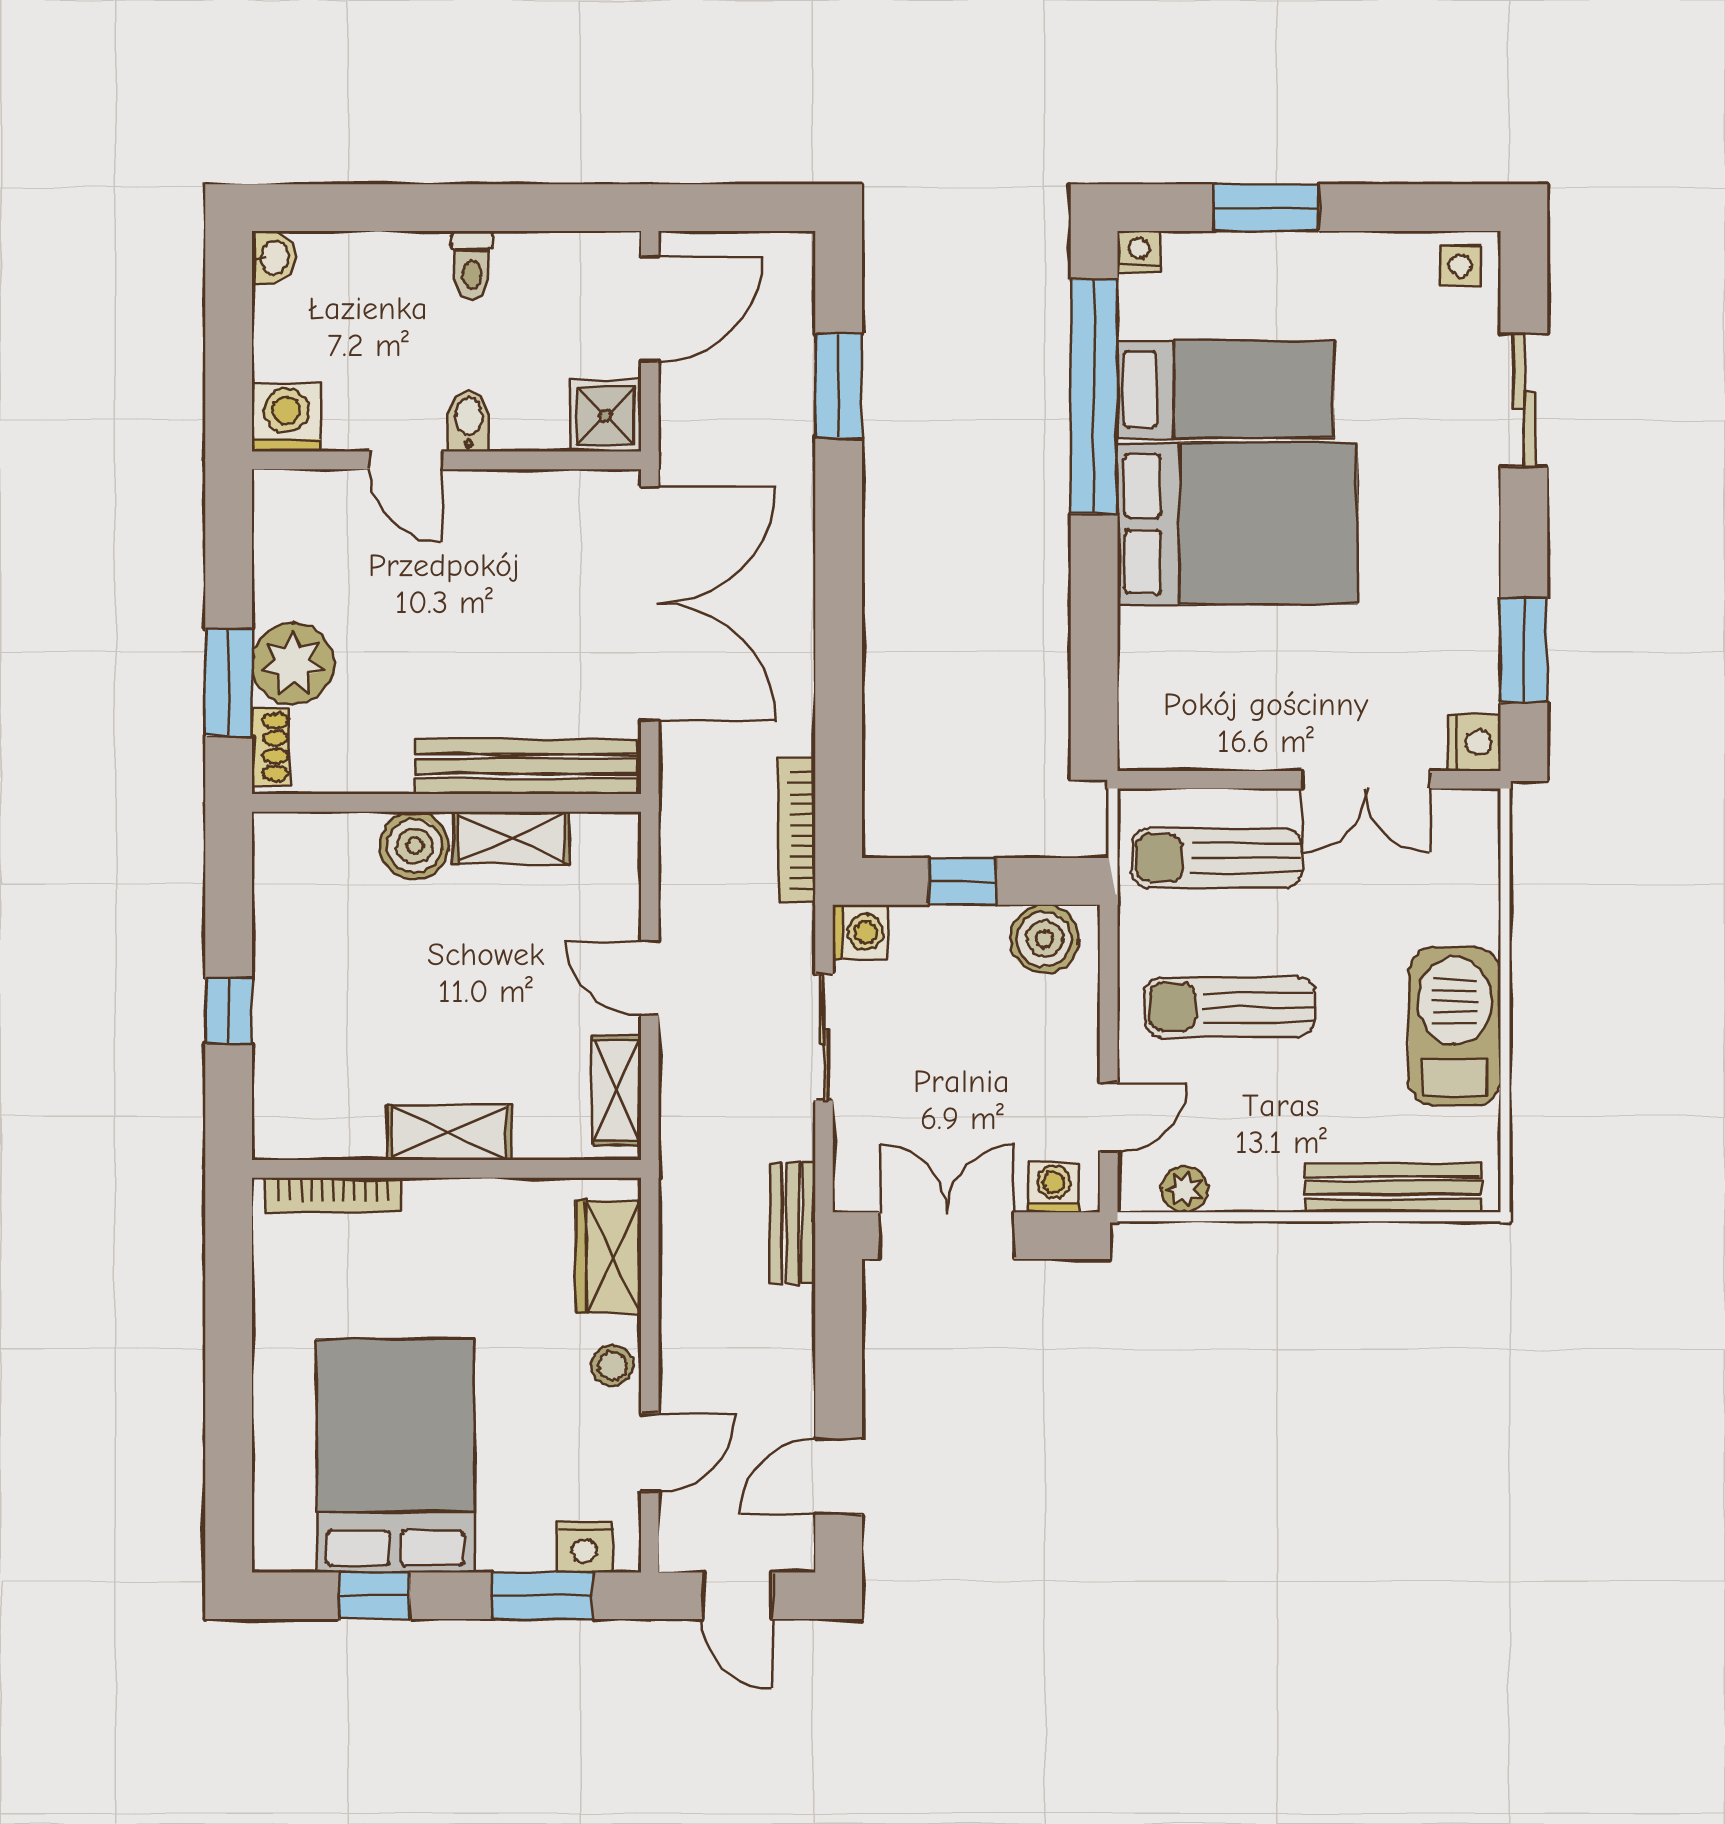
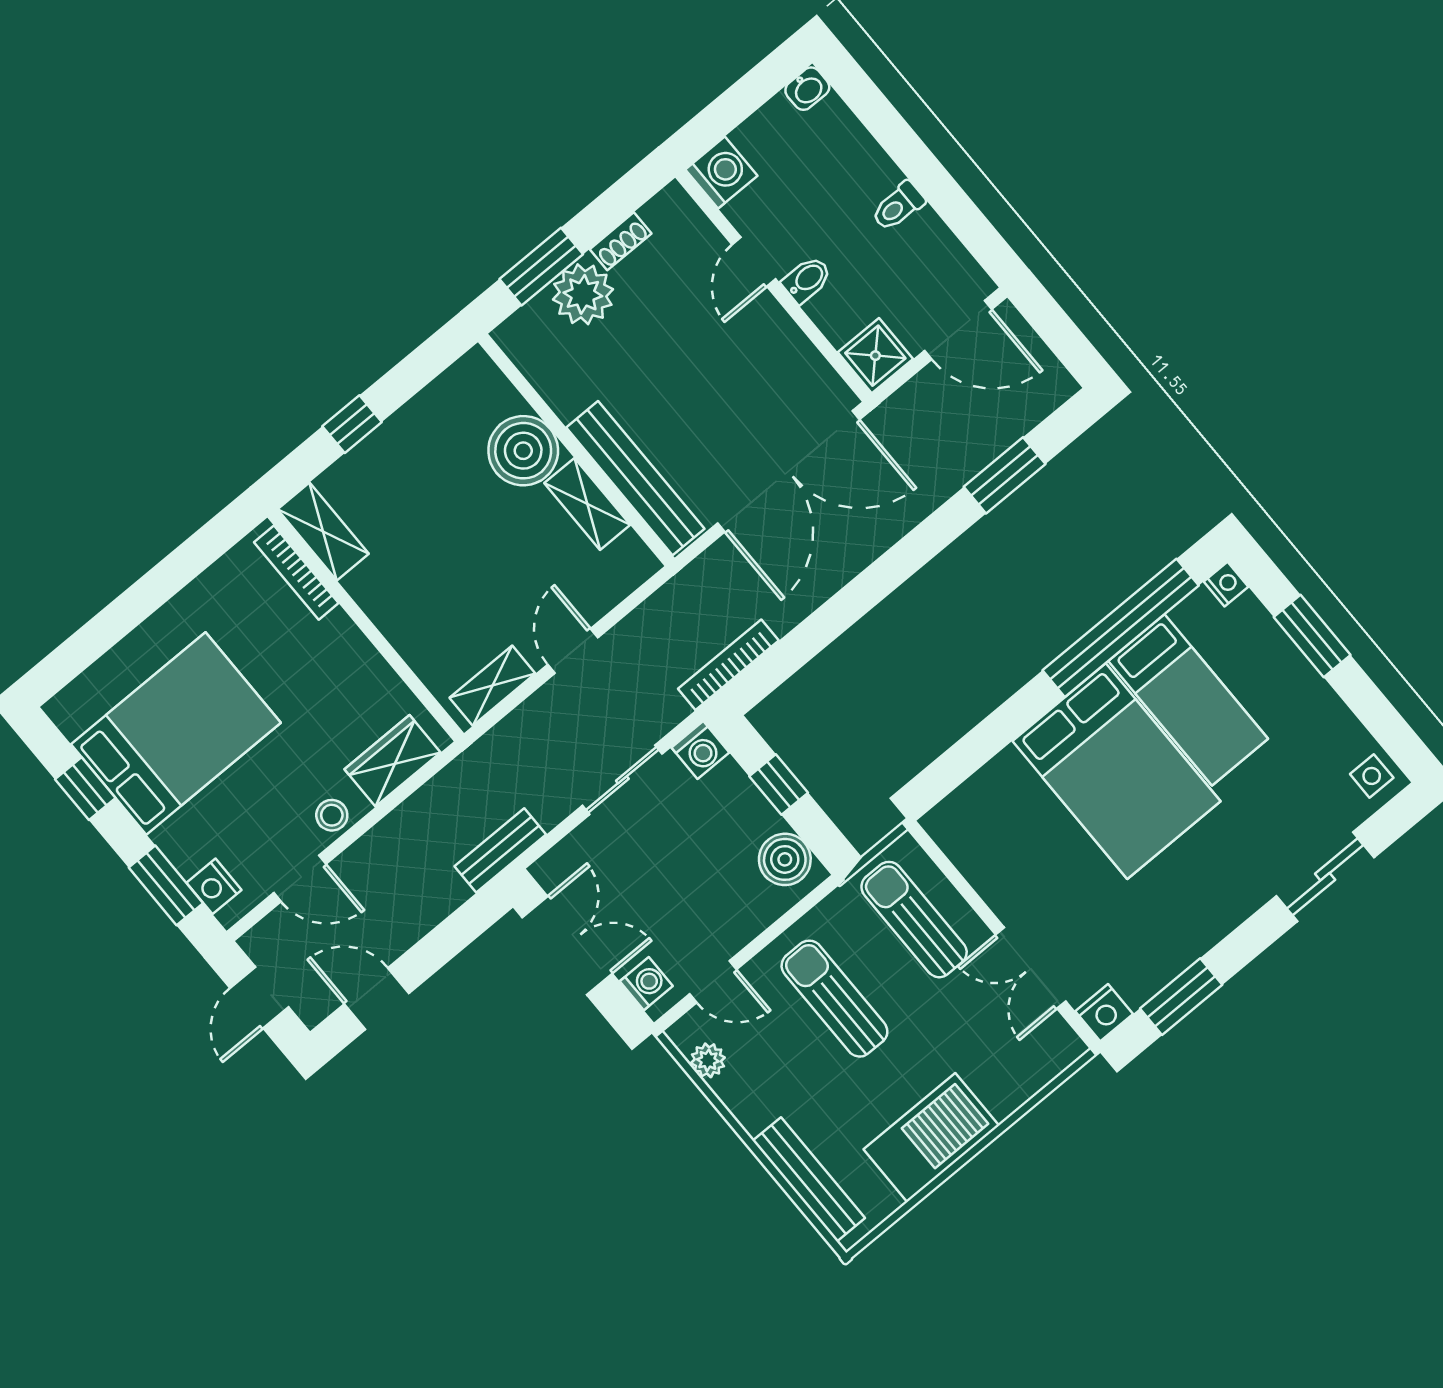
shoe rack: (271, 747) -> (621, 241), moved
boiler: (414, 846) -> (523, 451), width x1.37, depth x1.37
shelving: (449, 1132) -> (323, 531), moved

